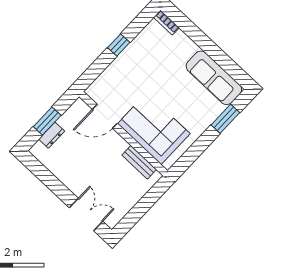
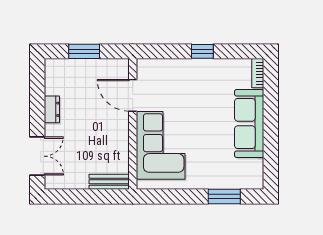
sofa: (214, 78) -> (249, 124), moved
dresser: (52, 135) -> (52, 109), moved, turned -90
bench: (139, 162) -> (109, 182), moved, turned 90

